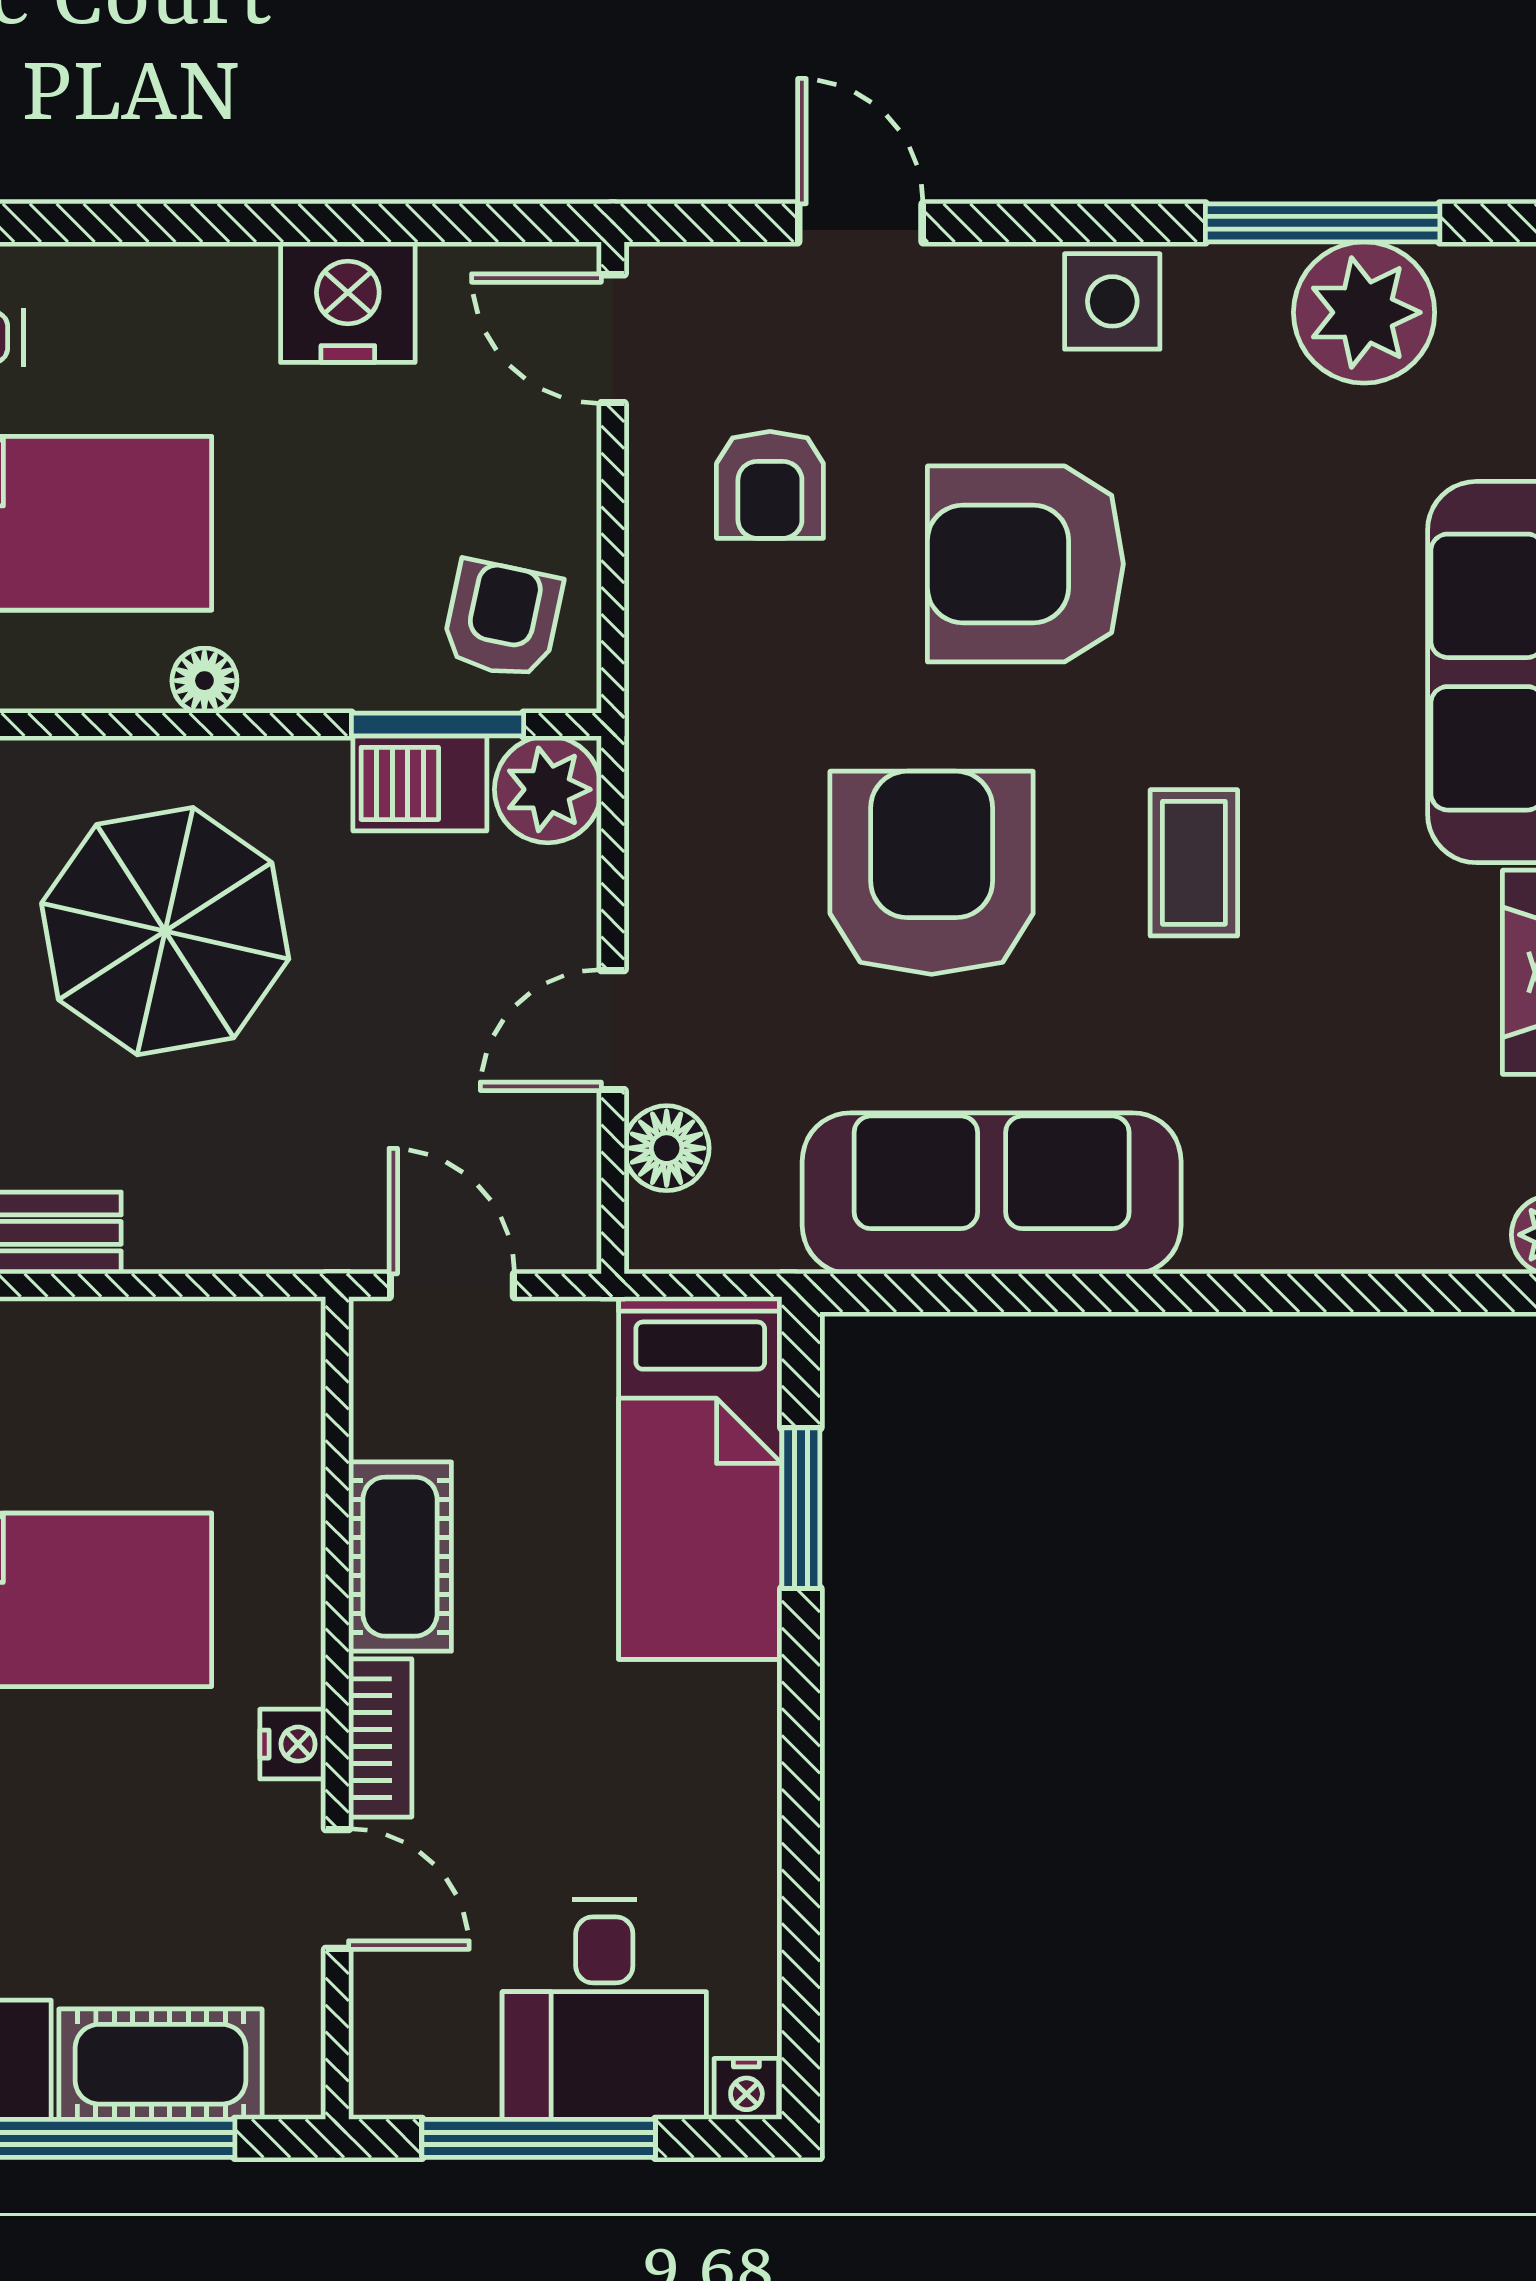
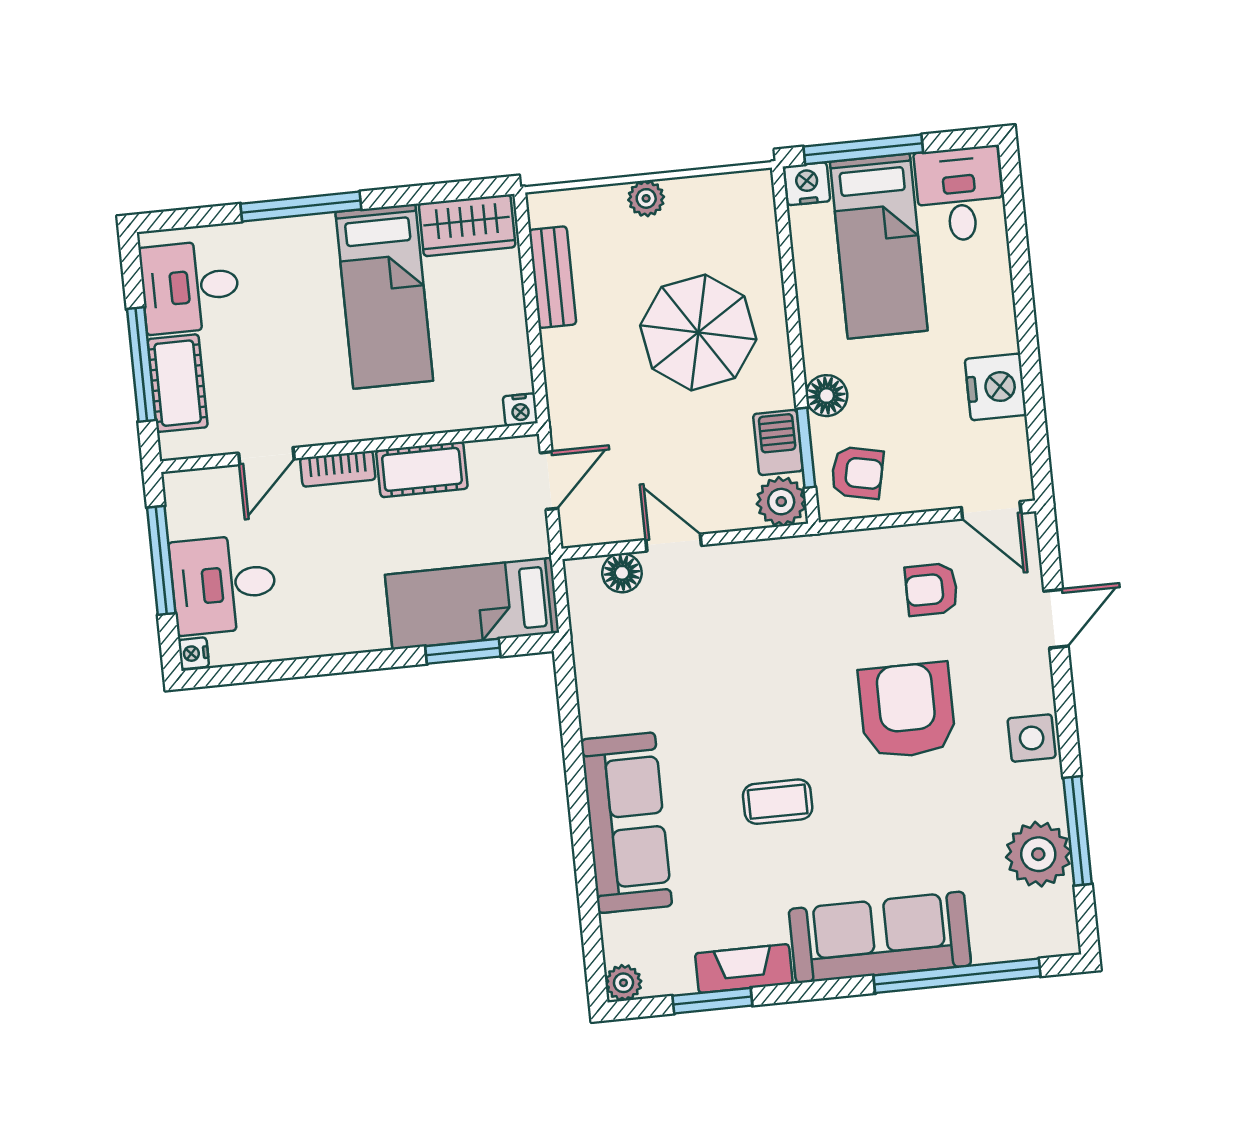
door: (613, 339) -> (991, 510), swing flipped
floor lamp: (204, 681) -> (827, 396), moved, width x1.37, depth x1.37
armchair: (932, 873) -> (761, 682), removed
sofa: (992, 1193) -> (626, 823), moved
nightstand: (293, 1744) -> (520, 410), moved

